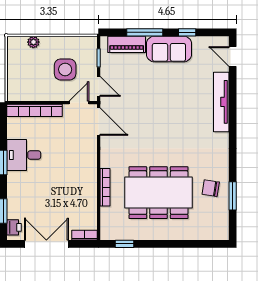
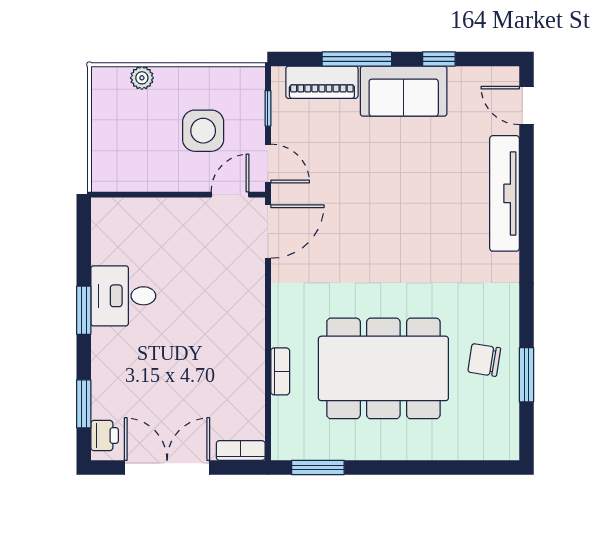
bookcase: (35, 110) -> (144, 210), removed
door: (99, 122) -> (268, 232), hinge flipped
bookcase: (105, 187) -> (280, 371), width x0.64
window: (125, 244) -> (318, 467), width x1.50

